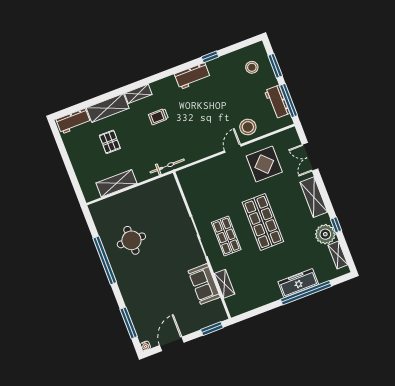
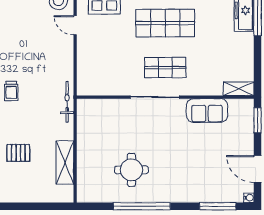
shelving: (225, 284) -> (239, 89), moved

